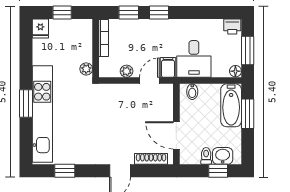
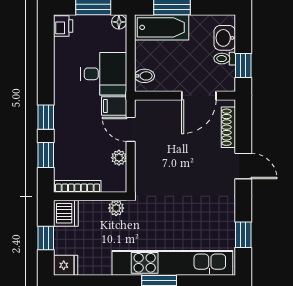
dishwasher: (82, 29) -> (66, 213), added
window: (218, 171) -> (243, 65), moved

